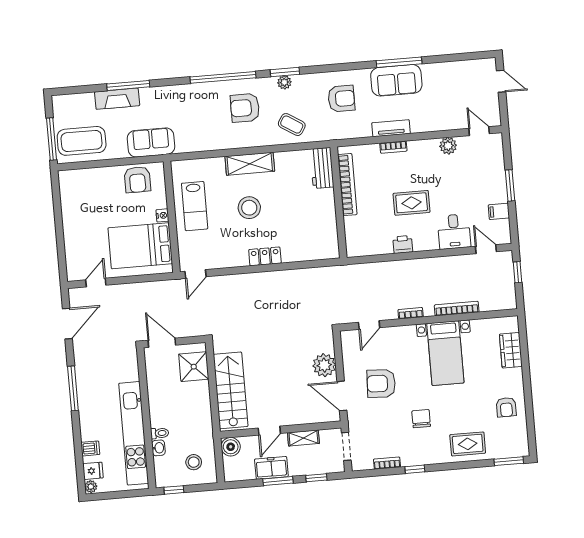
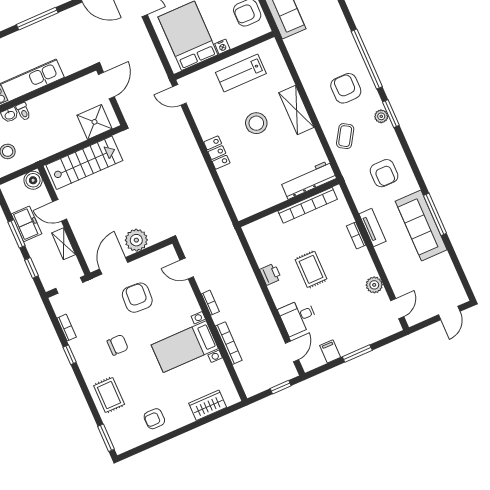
sofa: (396, 80) -> (421, 225), width x1.36
workbench: (322, 168) -> (308, 180), width x1.38

